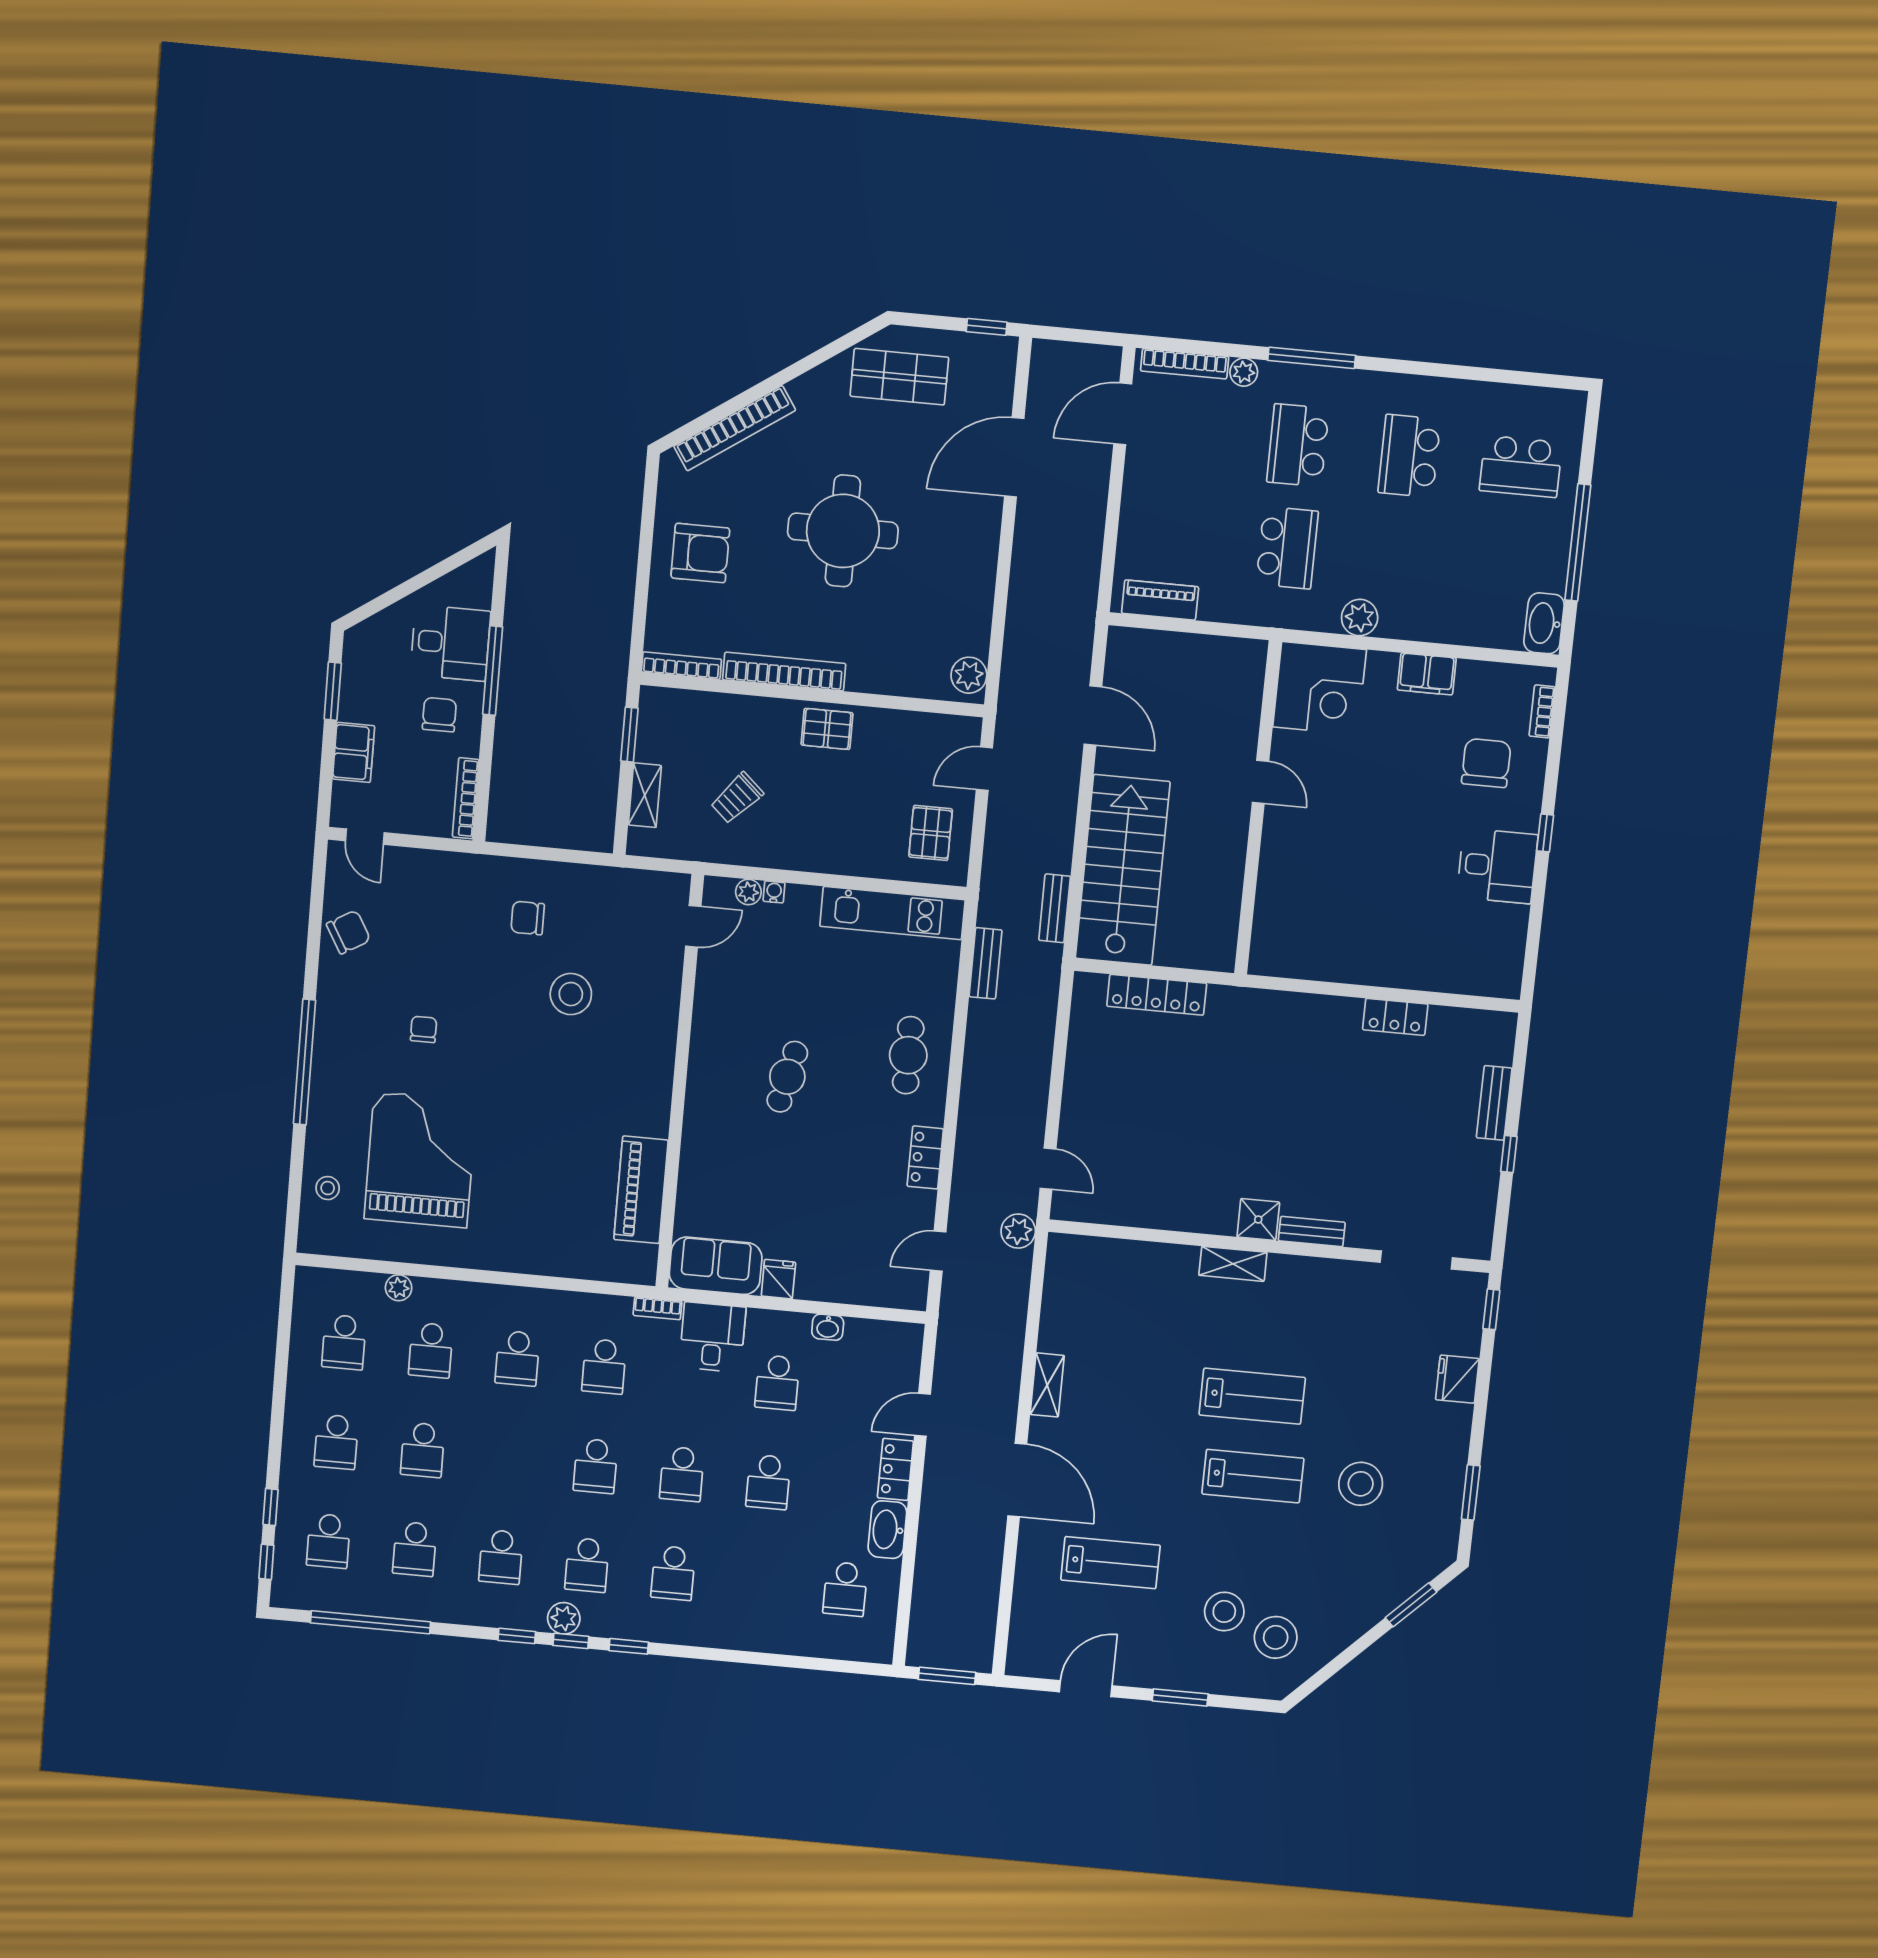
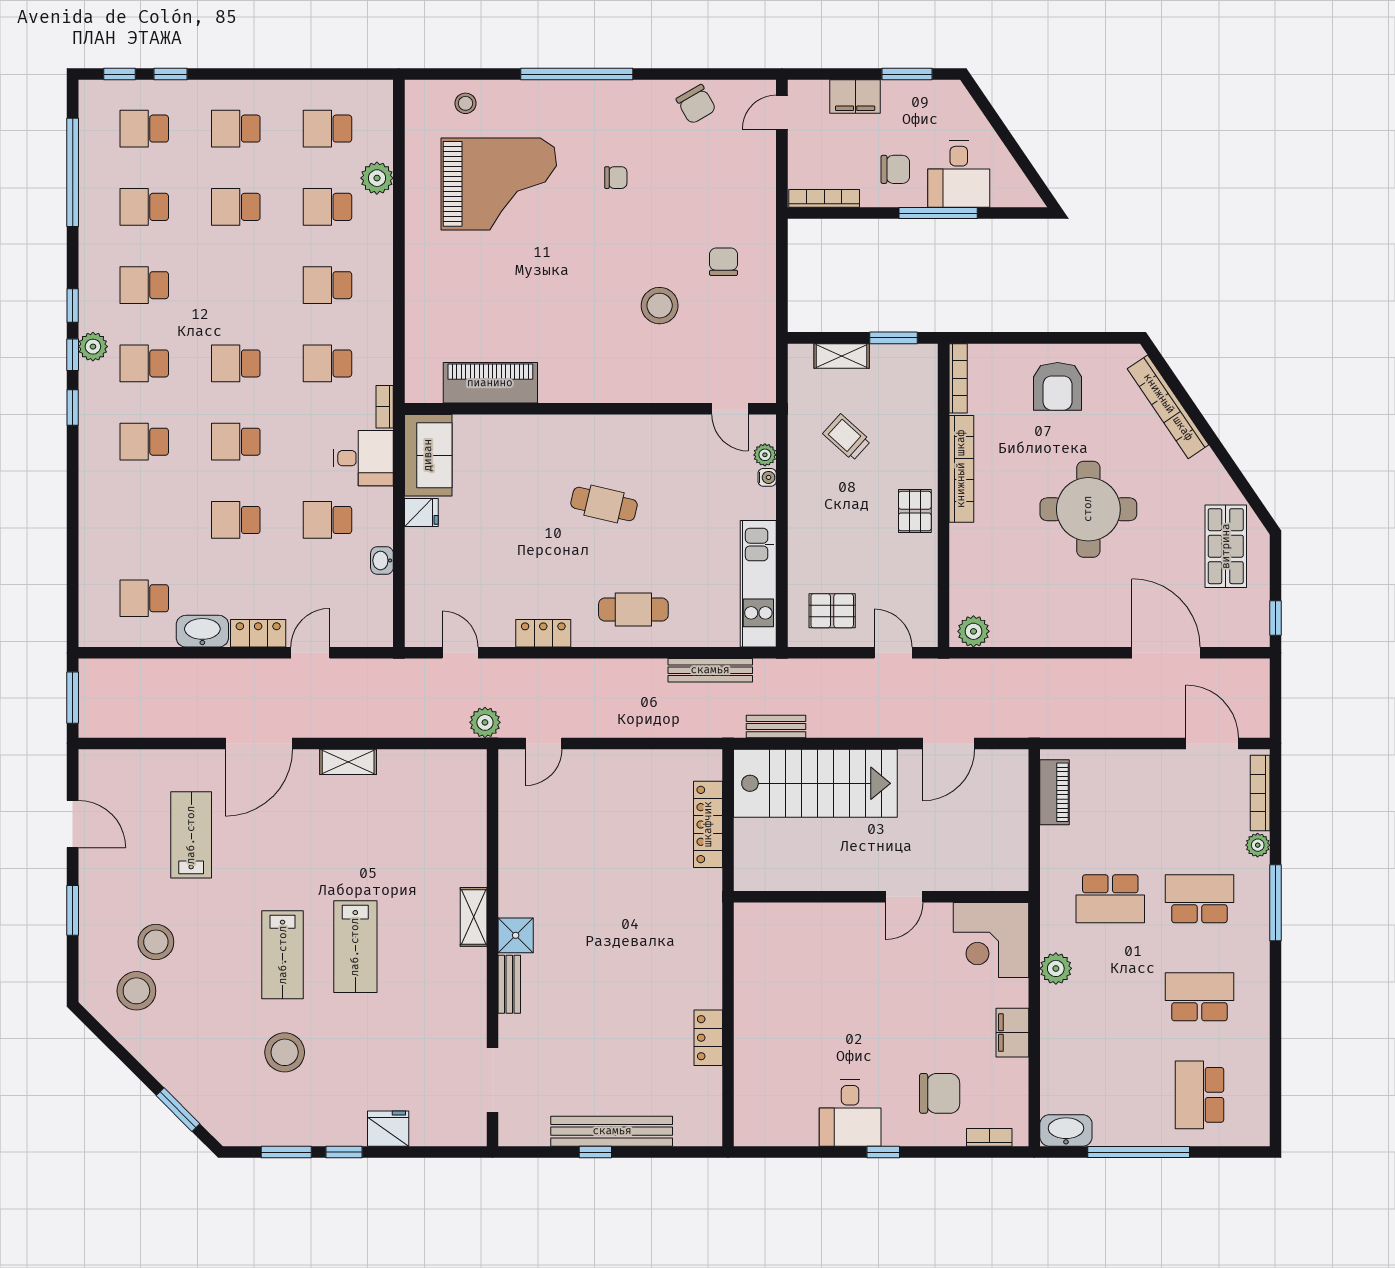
bench: (986, 963) -> (710, 670), width x1.36
bench: (1494, 1103) -> (612, 1131), width x1.86, depth x1.21
plant: (399, 1288) -> (377, 178), width x1.38, depth x1.38
window: (1491, 1309) -> (344, 1152), moved
door: (922, 1415) -> (310, 653), hinge flipped
lab bench: (1110, 1563) -> (191, 835), turned 180

